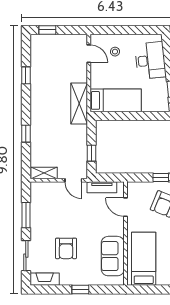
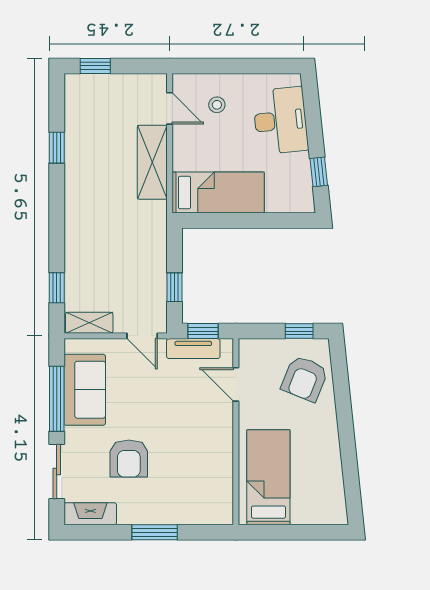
shelving: (79, 103) -> (152, 162), moved
window: (26, 134) -> (57, 288), moved
window: (107, 177) -> (203, 331), added
window: (26, 215) -> (57, 399), width x1.44
sofa: (113, 256) -> (85, 390), moved, turned 180
window: (80, 289) -> (155, 532), width x1.50

